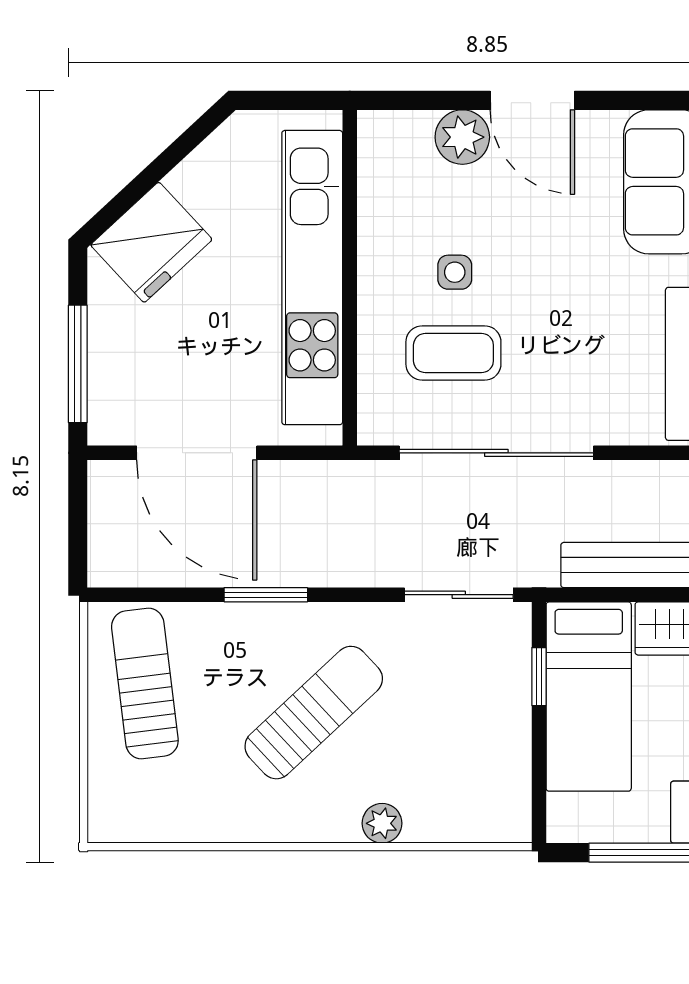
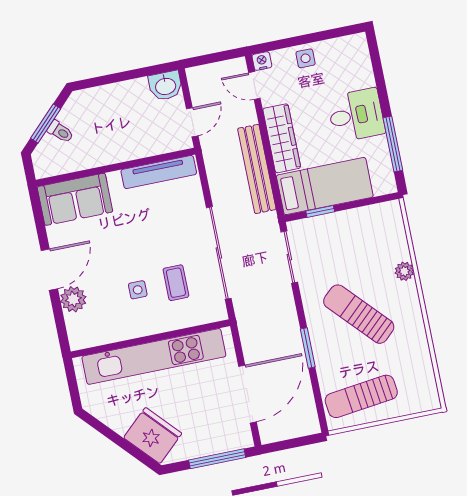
coffee table: (453, 353) -> (176, 283), width x0.73, depth x0.77

